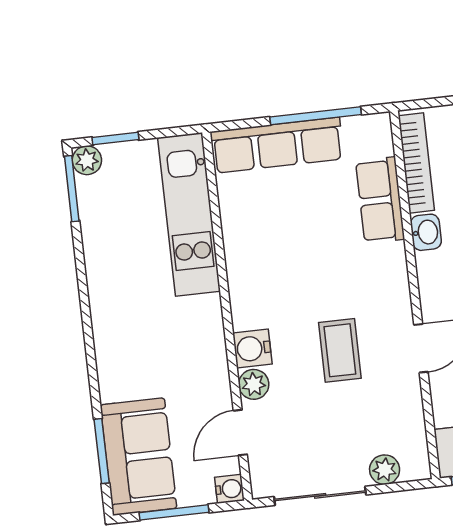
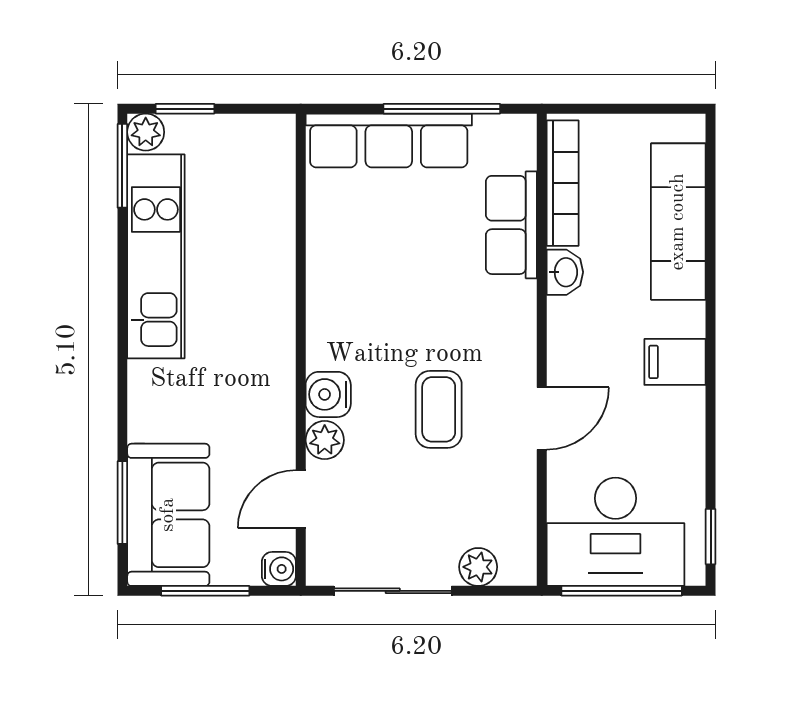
kitchen unit: (189, 214) -> (156, 256), moved, turned 180

